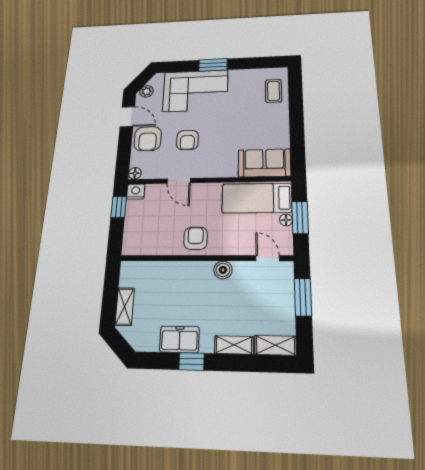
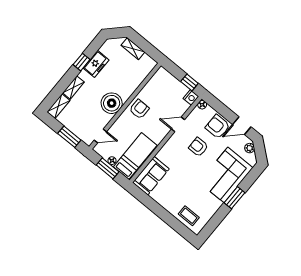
armchair: (196, 238) -> (139, 109), turned -90
boiler: (223, 270) -> (112, 103), width x1.86, depth x1.86

